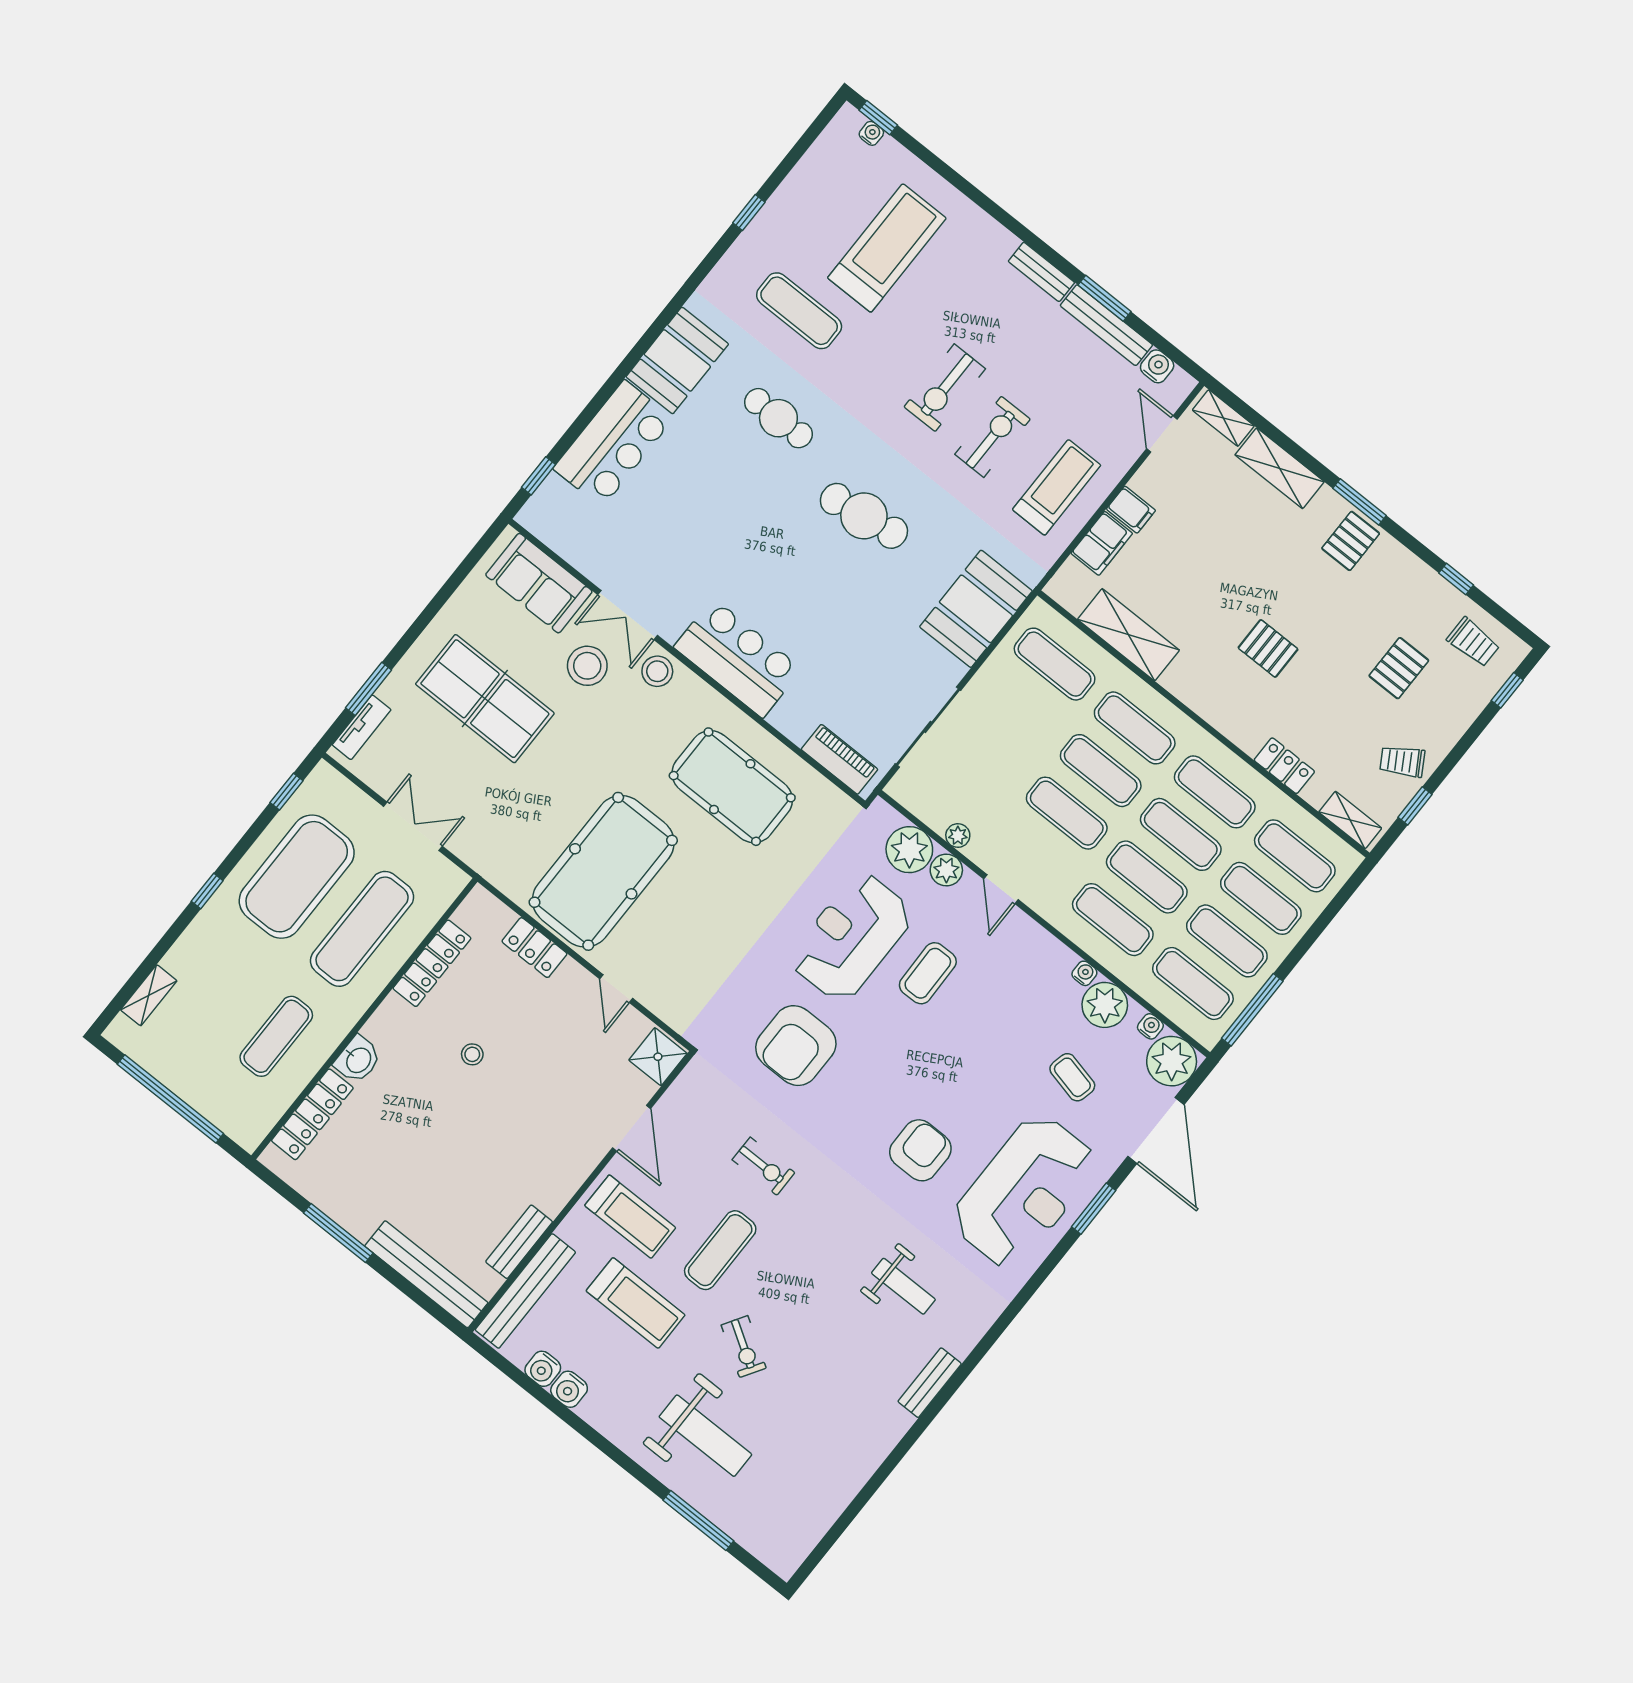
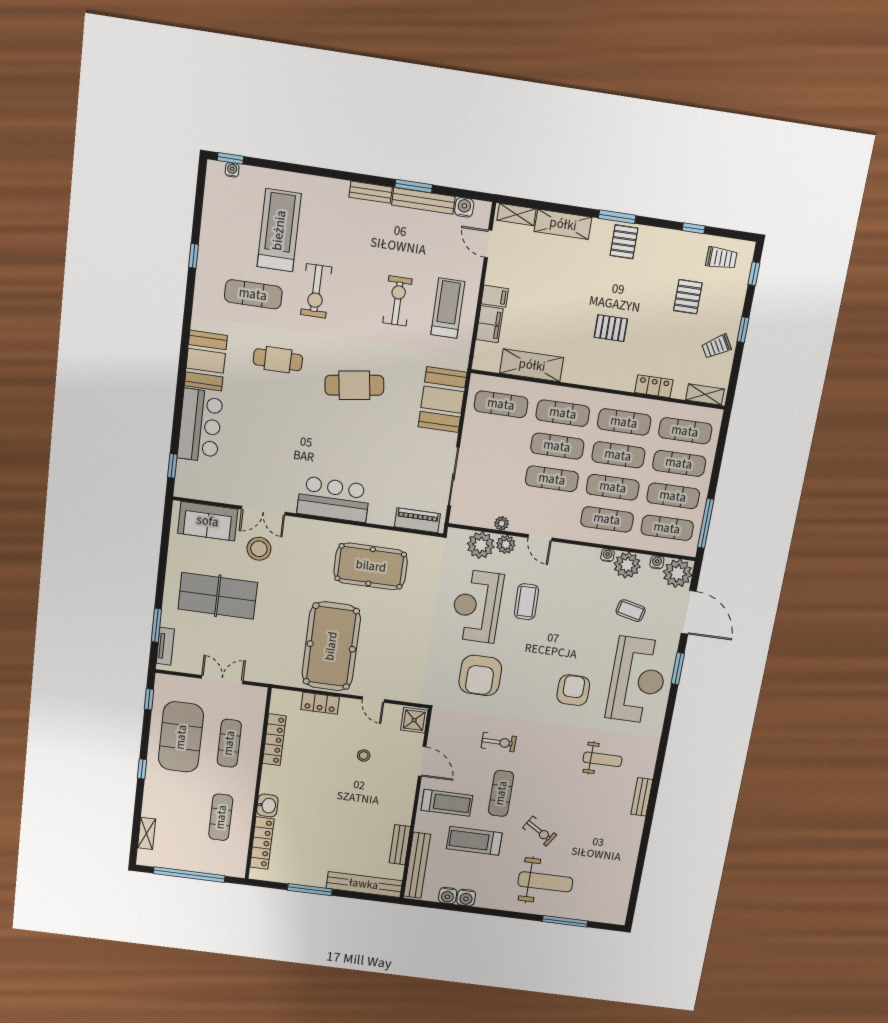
exercise bike: (945, 388) -> (316, 291), moved
stool: (657, 671) -> (296, 530), removed
window: (1415, 806) -> (743, 330), moved
exercise mat: (362, 929) -> (229, 743), width x0.73, depth x0.69
stool: (472, 1054) -> (364, 755), moved
treadmill: (636, 1303) -> (474, 841), turned 180

